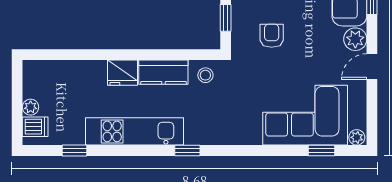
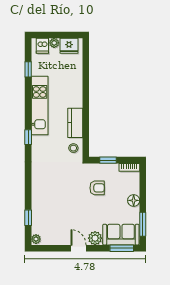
fridge: (122, 73) -> (69, 46), moved, turned -90
corner sofa: (305, 115) -> (49, 208), removed

